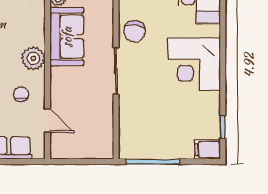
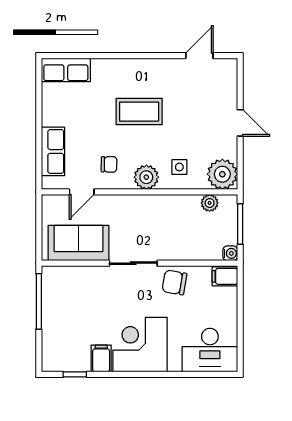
side table: (24, 27) -> (179, 167), added
sofa: (67, 37) -> (78, 243), moved, turned 180
filing cabinet: (208, 150) -> (101, 358), moved

